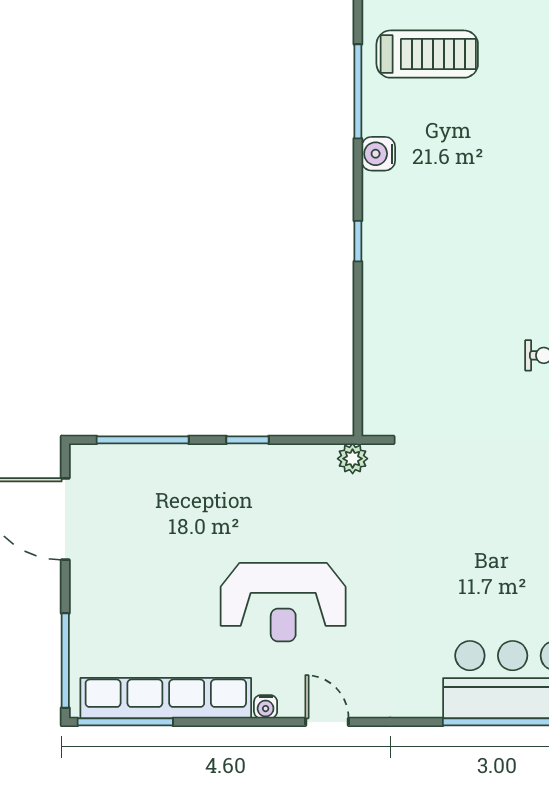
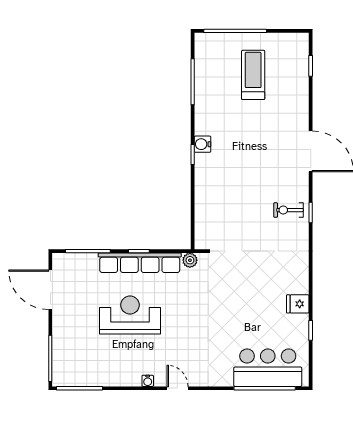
treadmill: (427, 54) -> (253, 75), moved, turned -90
water cooler: (378, 154) -> (202, 144), moved
reception desk: (283, 602) -> (130, 315), moved, turned 180
row of seats: (166, 698) -> (140, 263), moved, turned 180

